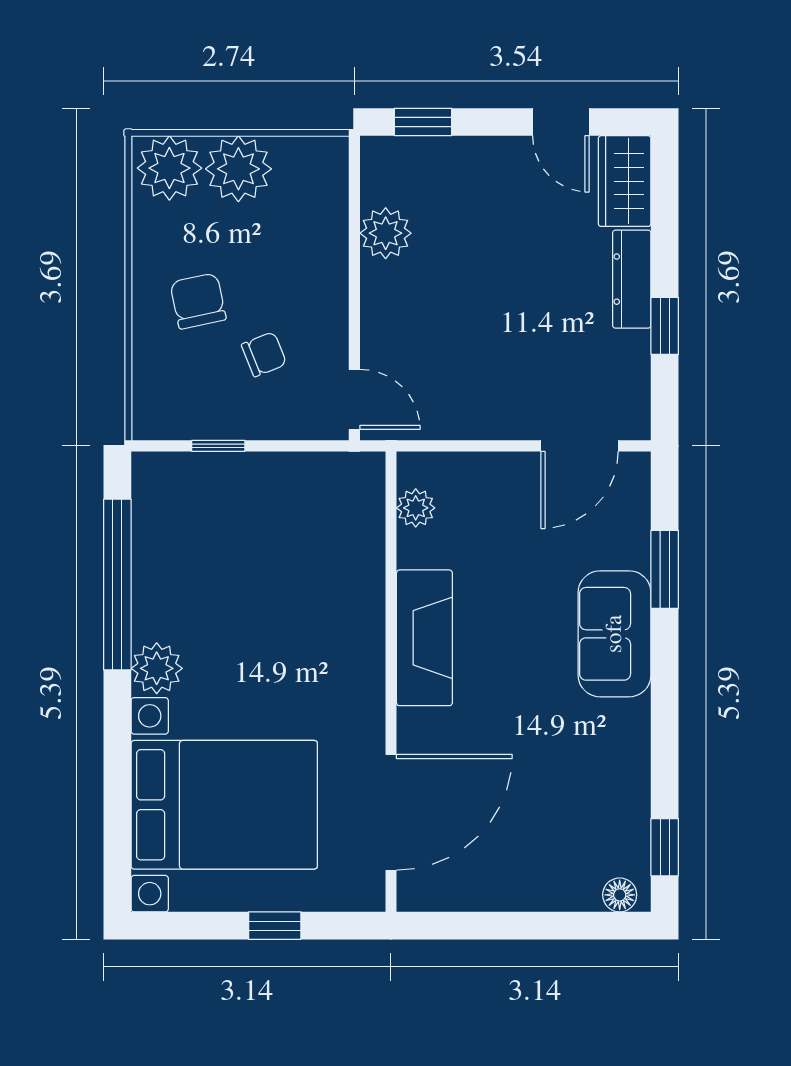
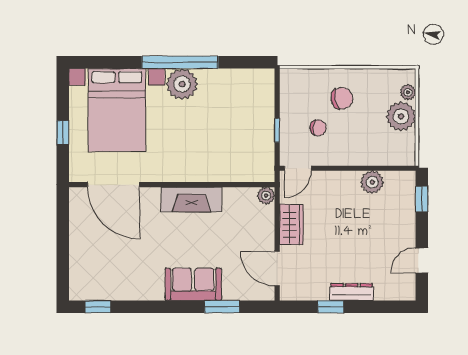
plant: (169, 168) -> (408, 92), width x0.53, depth x0.53
wardrobe: (625, 181) -> (291, 224), moved, turned 90
chair: (264, 354) -> (318, 128), turned -68
window: (218, 446) -> (277, 130), moved
plant: (416, 508) -> (266, 196), moved
window: (117, 585) -> (180, 62), moved
plant: (157, 668) -> (182, 84), width x1.36, depth x1.36
floor lamp: (620, 895) -> (77, 287), removed

